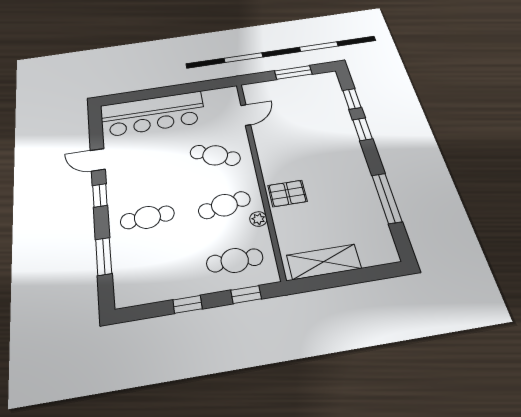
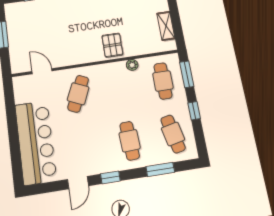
cafe table: (224, 205) -> (173, 134), moved
shelving: (324, 262) -> (166, 26), width x0.67, depth x0.75
window: (246, 295) -> (187, 74), width x1.50

